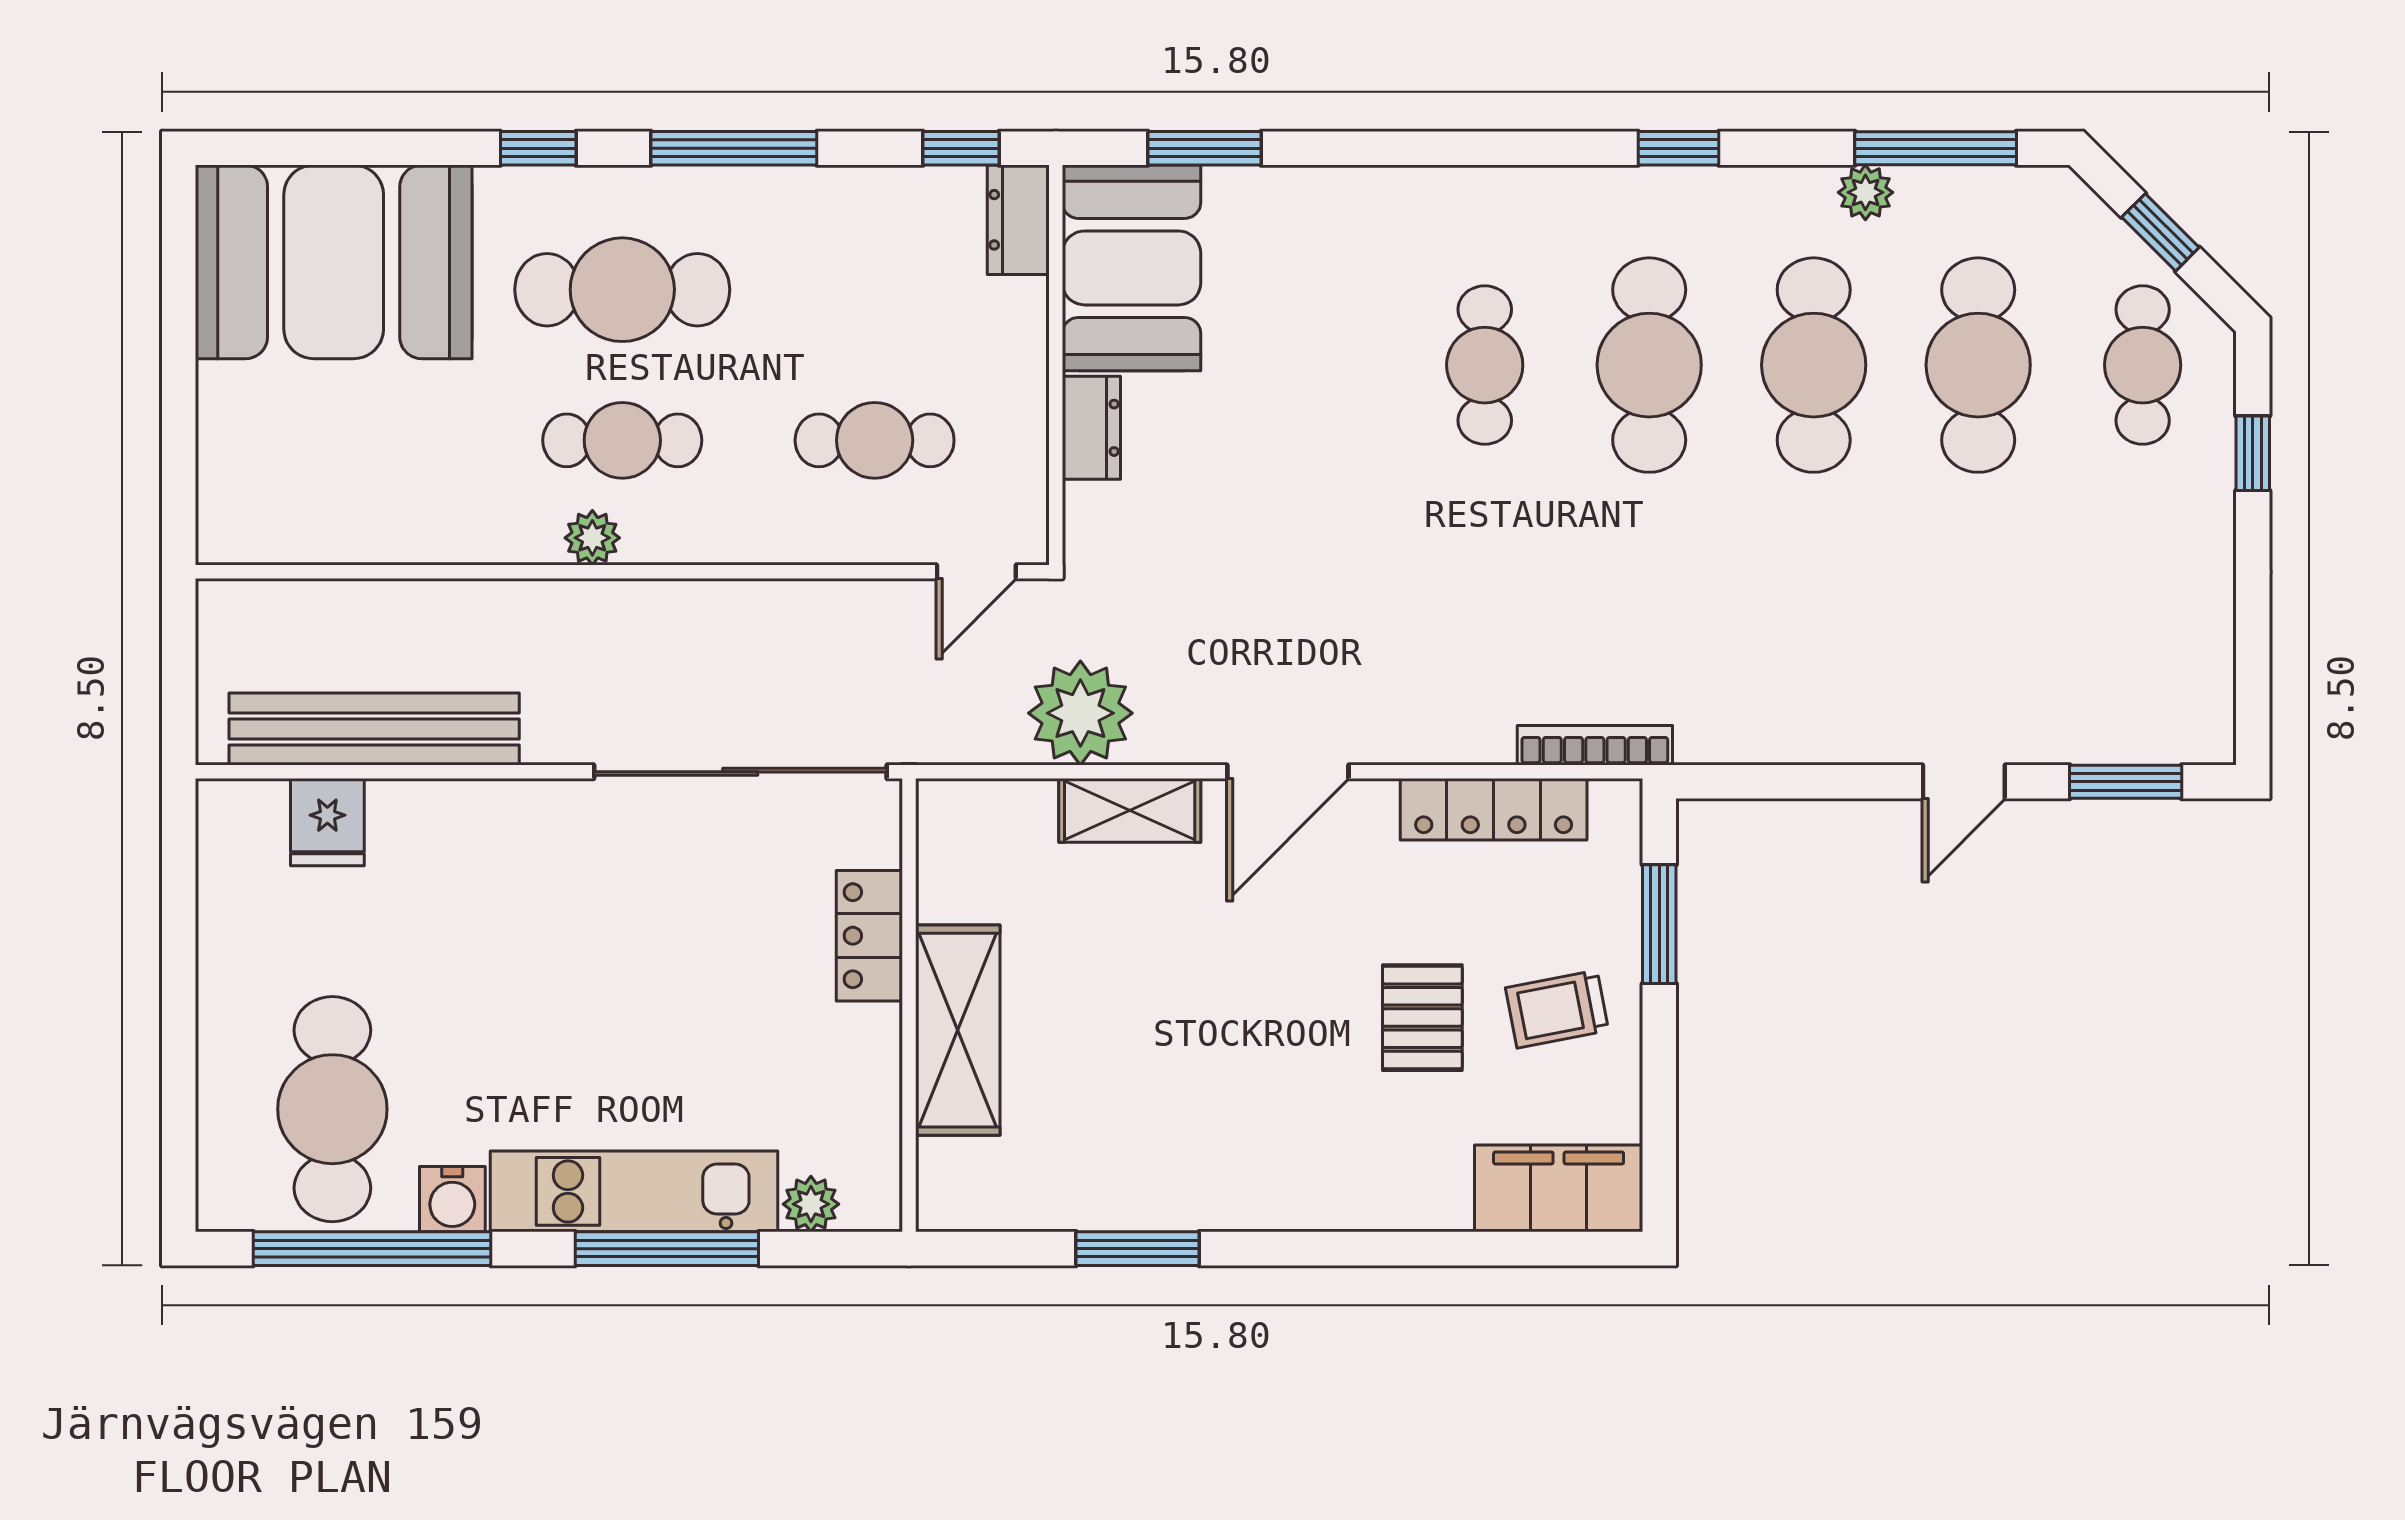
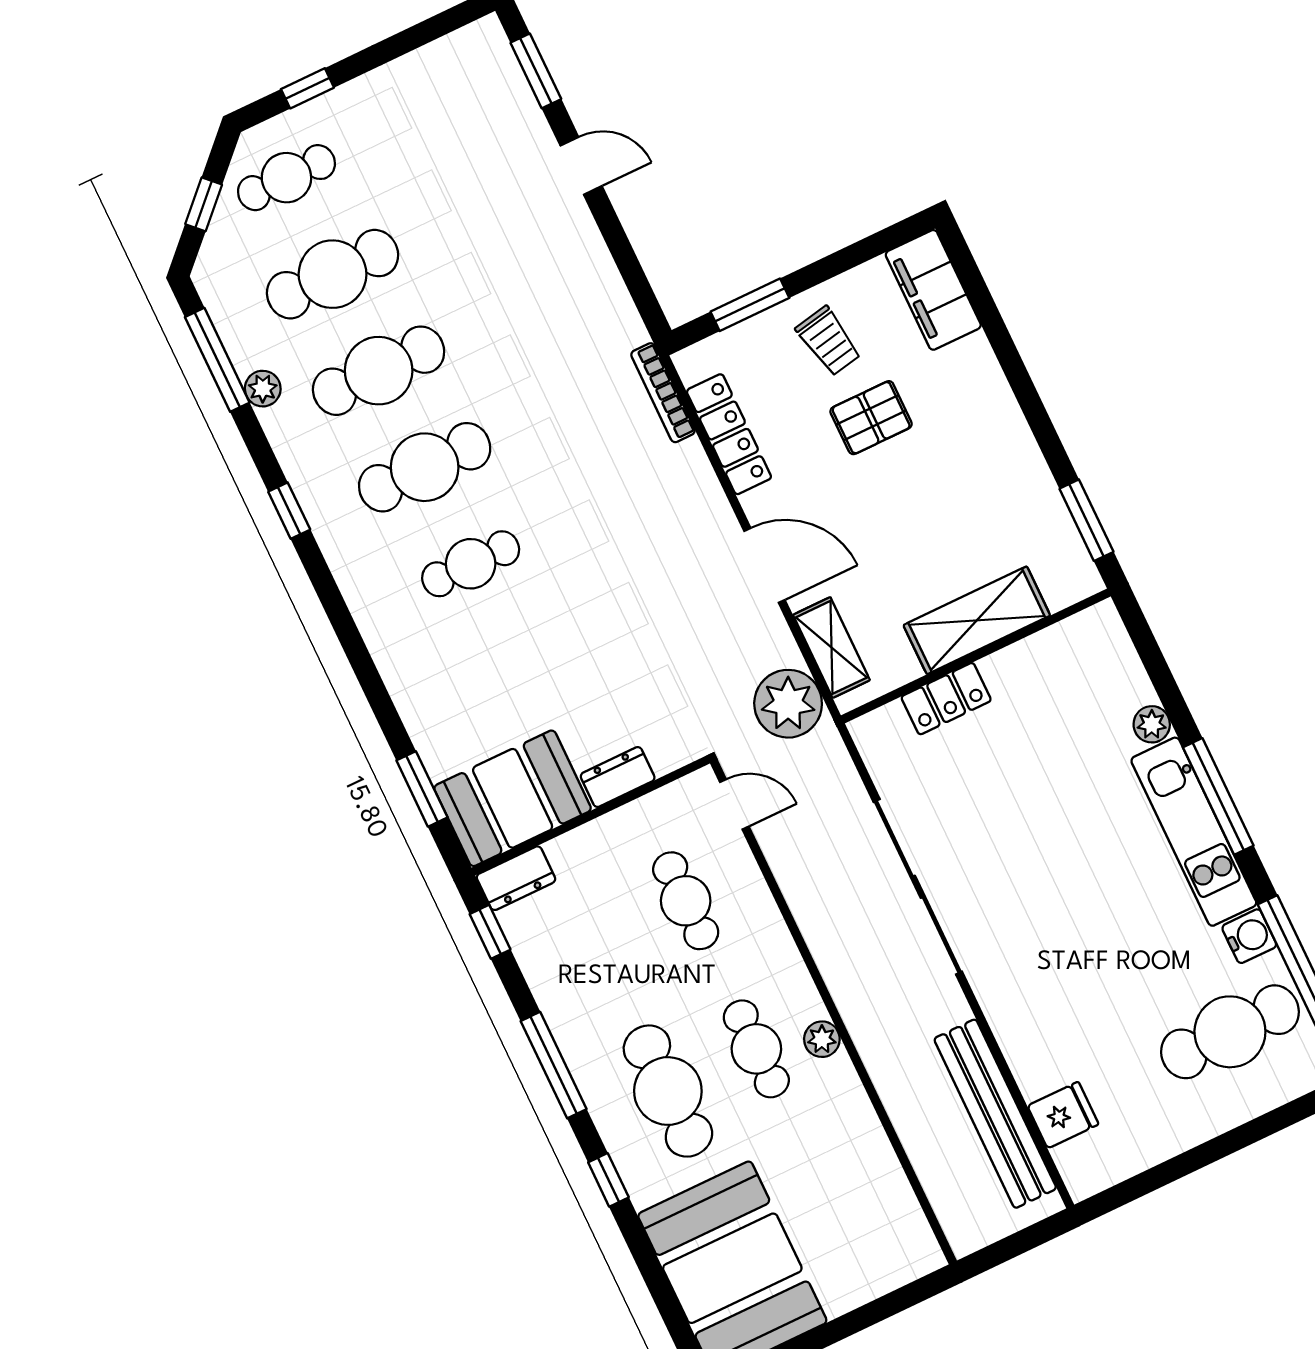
locker: (869, 936) -> (946, 699), moved
wall: (909, 1005) -> (976, 656), moved
shelving: (958, 1030) -> (977, 620), moved

